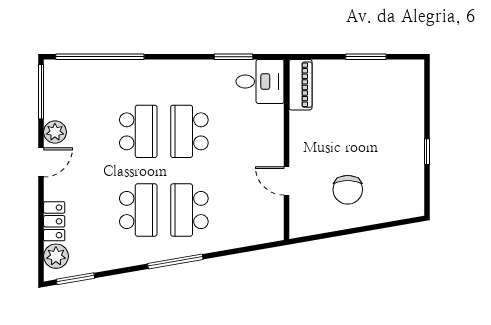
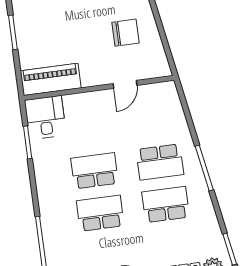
piano: (301, 85) -> (51, 79), width x1.37, depth x1.33
school desk: (189, 131) -> (95, 171), turned 180

